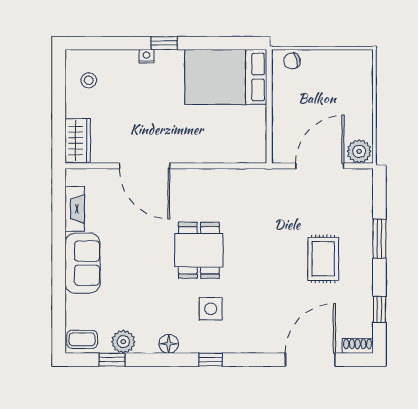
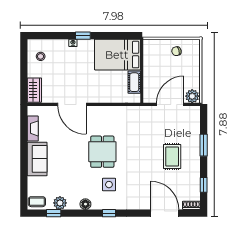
chair: (292, 61) -> (176, 51), moved
cot: (256, 126) -> (134, 82), added
door: (310, 360) -> (165, 213), hinge flipped

